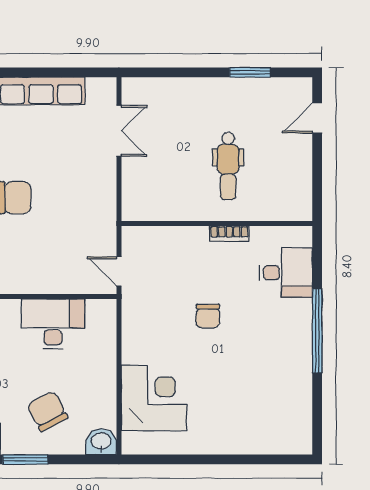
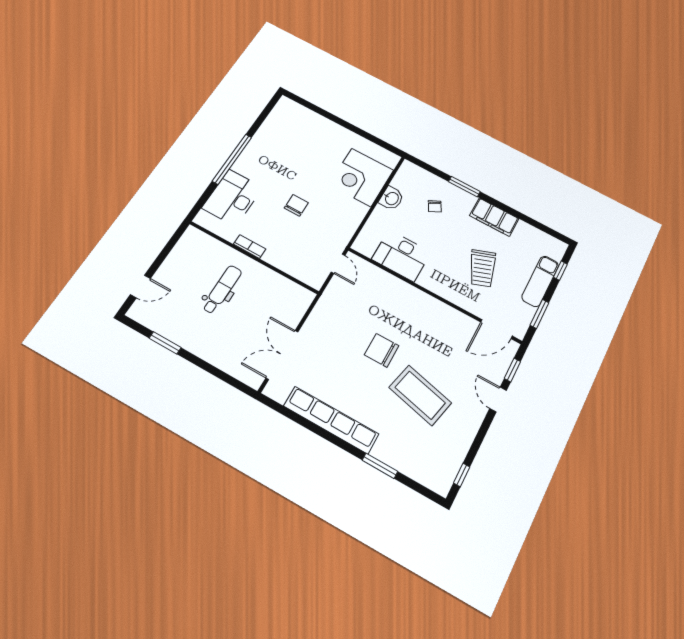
double door: (119, 131) -> (282, 355), width x1.37
desk: (286, 273) -> (232, 198), width x1.37
chair: (47, 411) -> (435, 206), width x0.54, depth x0.54
washbasin: (101, 442) -> (391, 198), moved, turned -90

